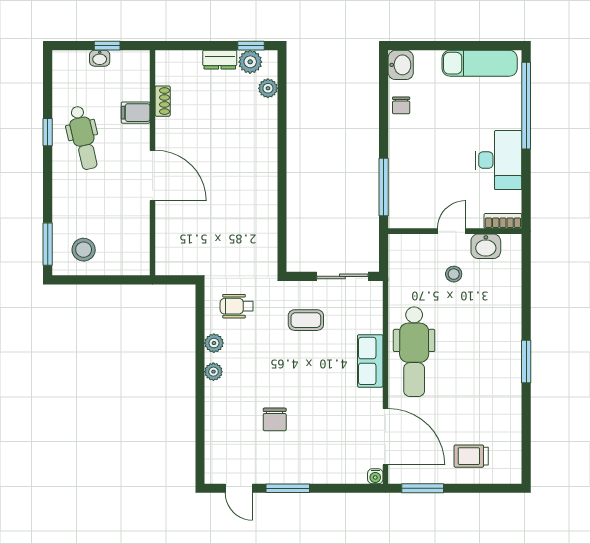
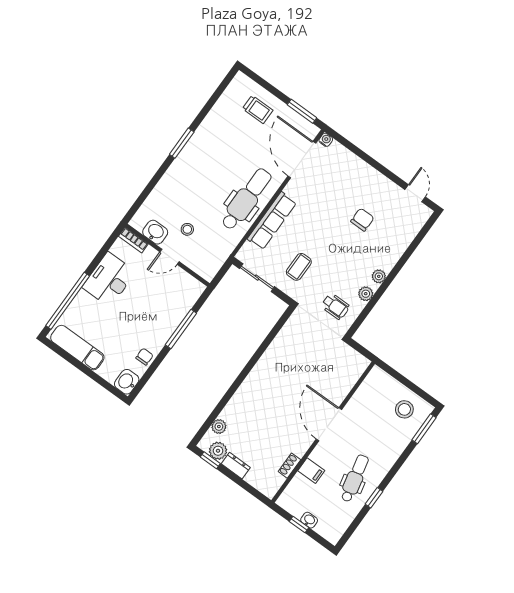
window: (384, 187) -> (181, 329), moved
coffee table: (306, 320) -> (299, 267), turned 90
row of seats: (370, 361) -> (272, 221), width x1.48
window: (288, 488) -> (385, 171), removed

